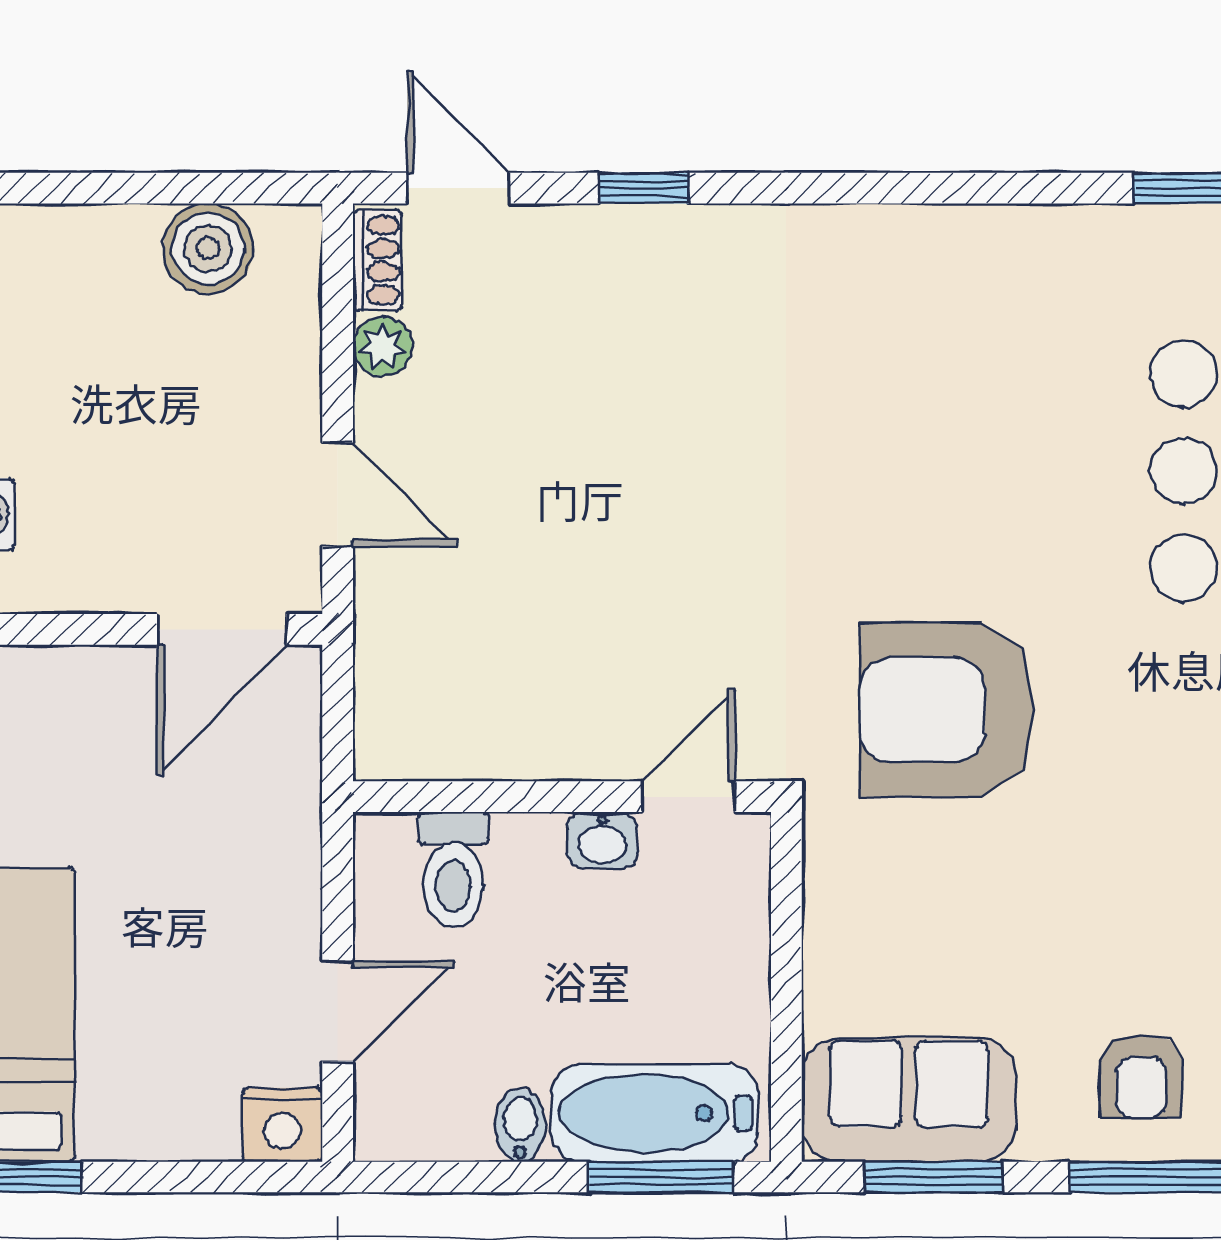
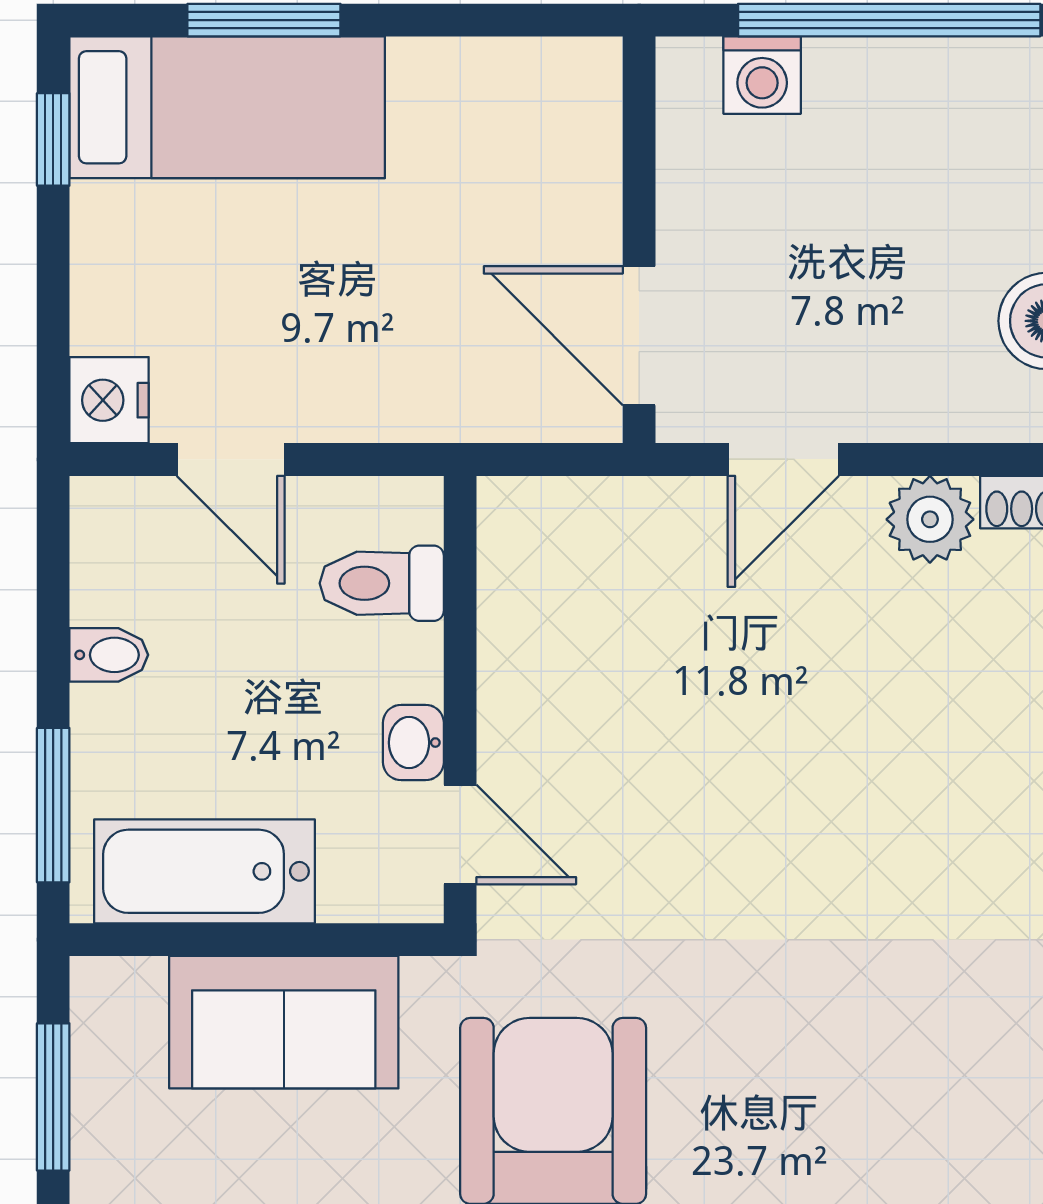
plant: (382, 346) -> (930, 519), width x1.38, depth x1.38
sofa: (909, 1100) -> (284, 1022), moved, turned 90
bathtub: (654, 1113) -> (205, 871), moved, turned -90

